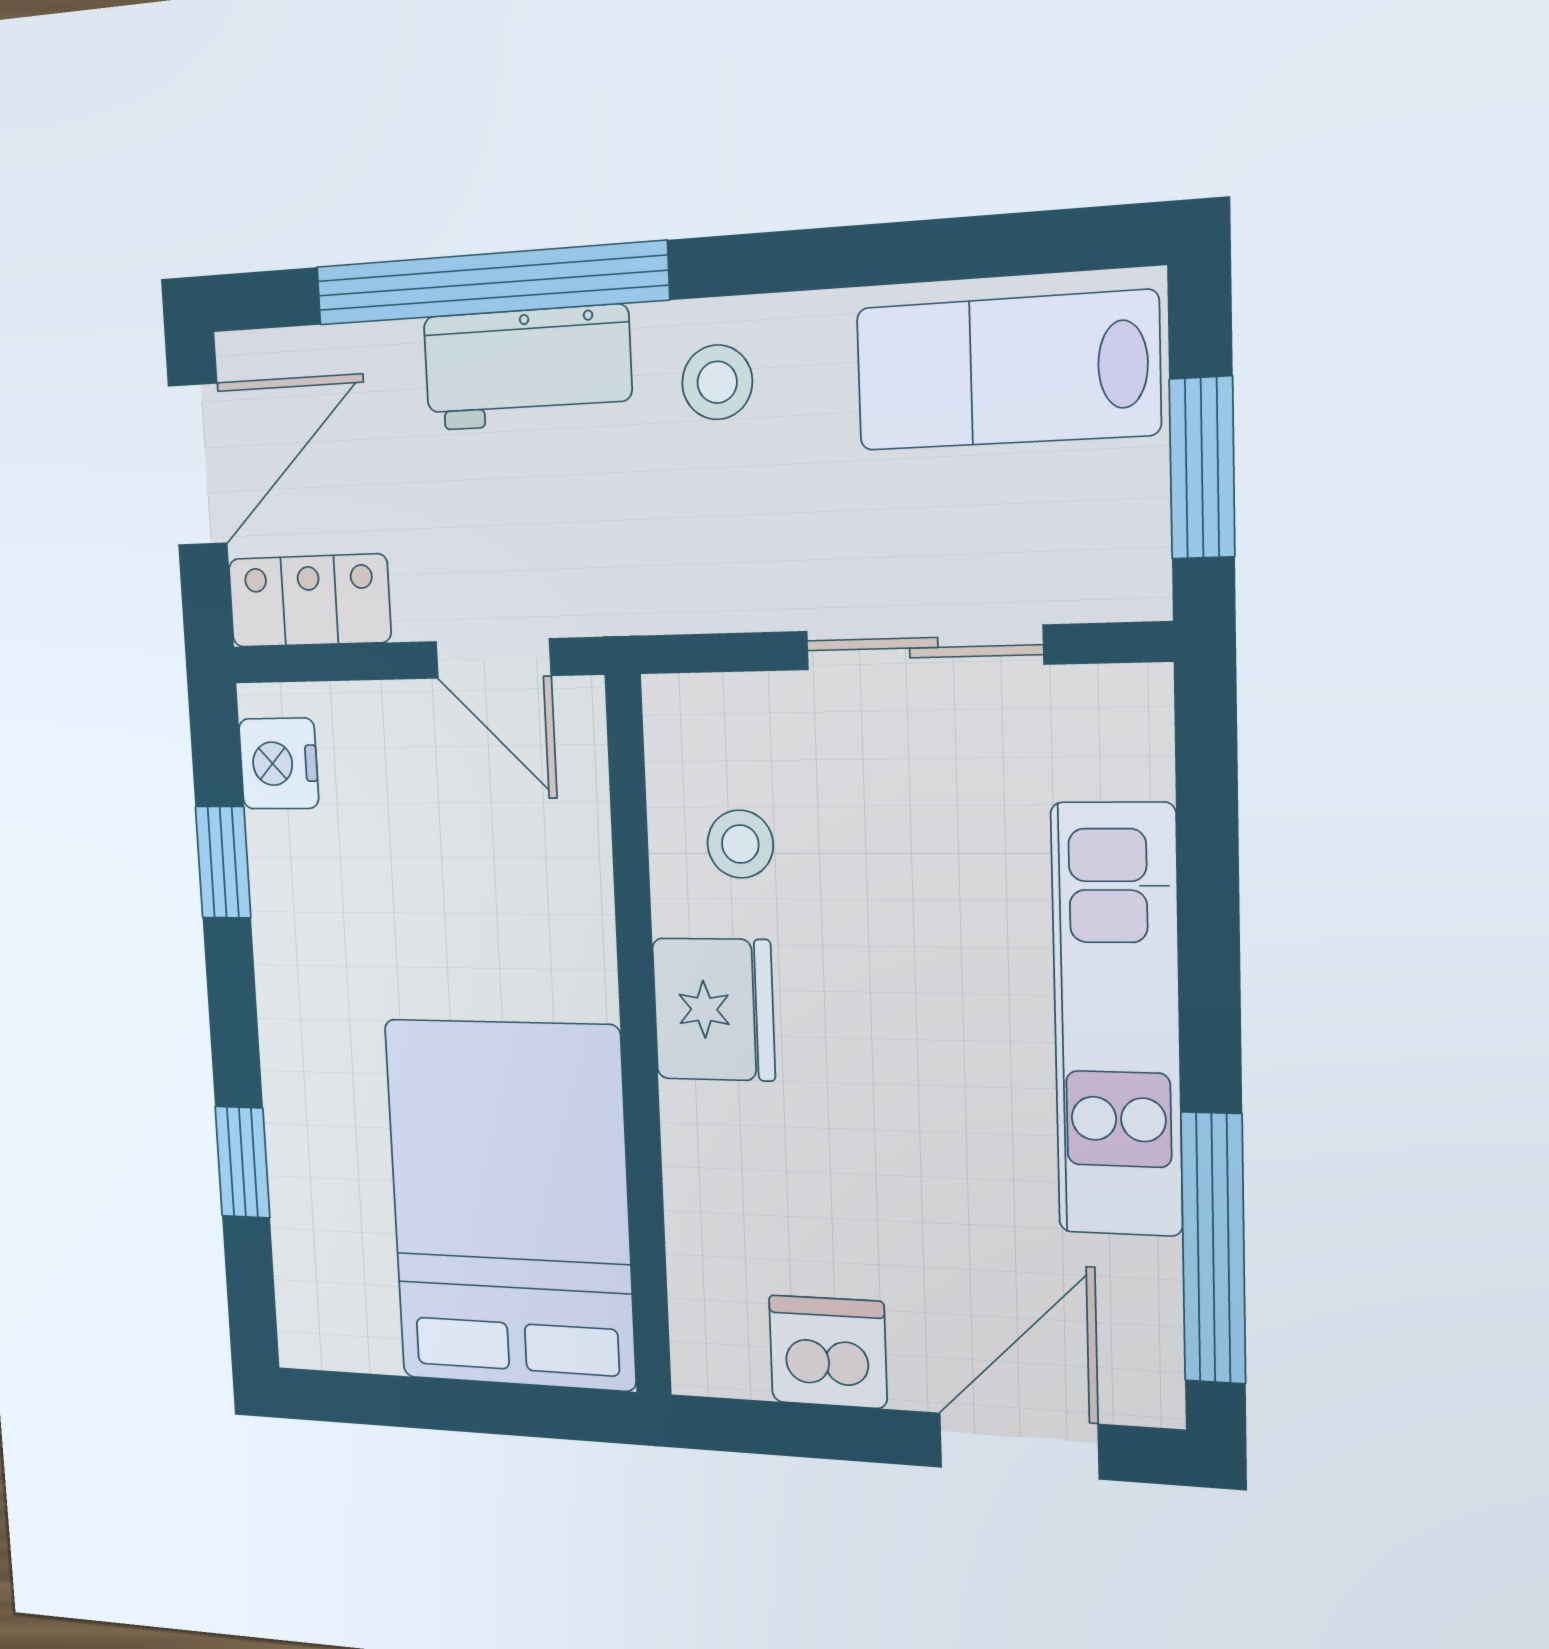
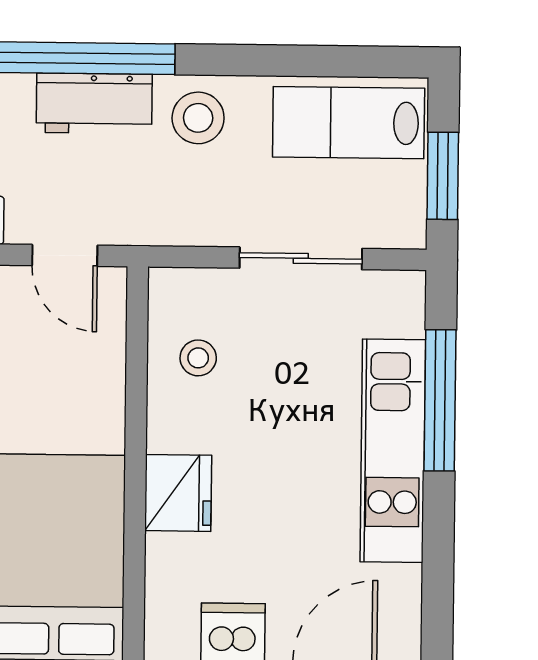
stool: (717, 382) -> (198, 118), width x1.37, depth x1.37
fridge: (714, 1009) -> (178, 493), moved
window: (1213, 1248) -> (440, 400), moved

